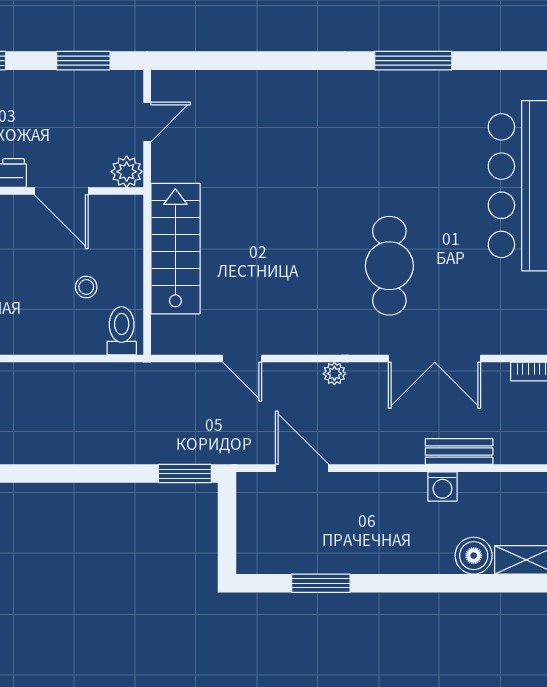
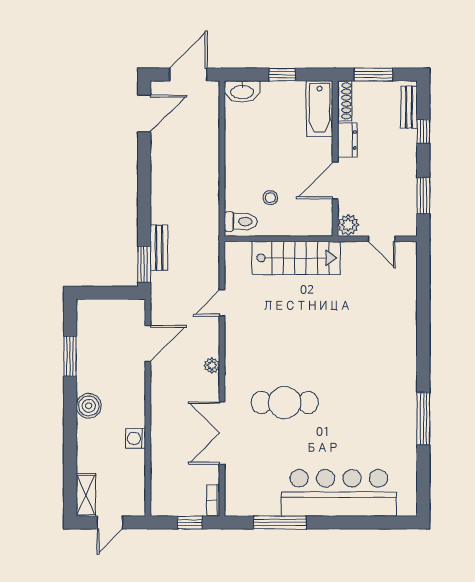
bench: (459, 452) -> (159, 248), moved
boiler: (474, 556) -> (89, 406), moved

